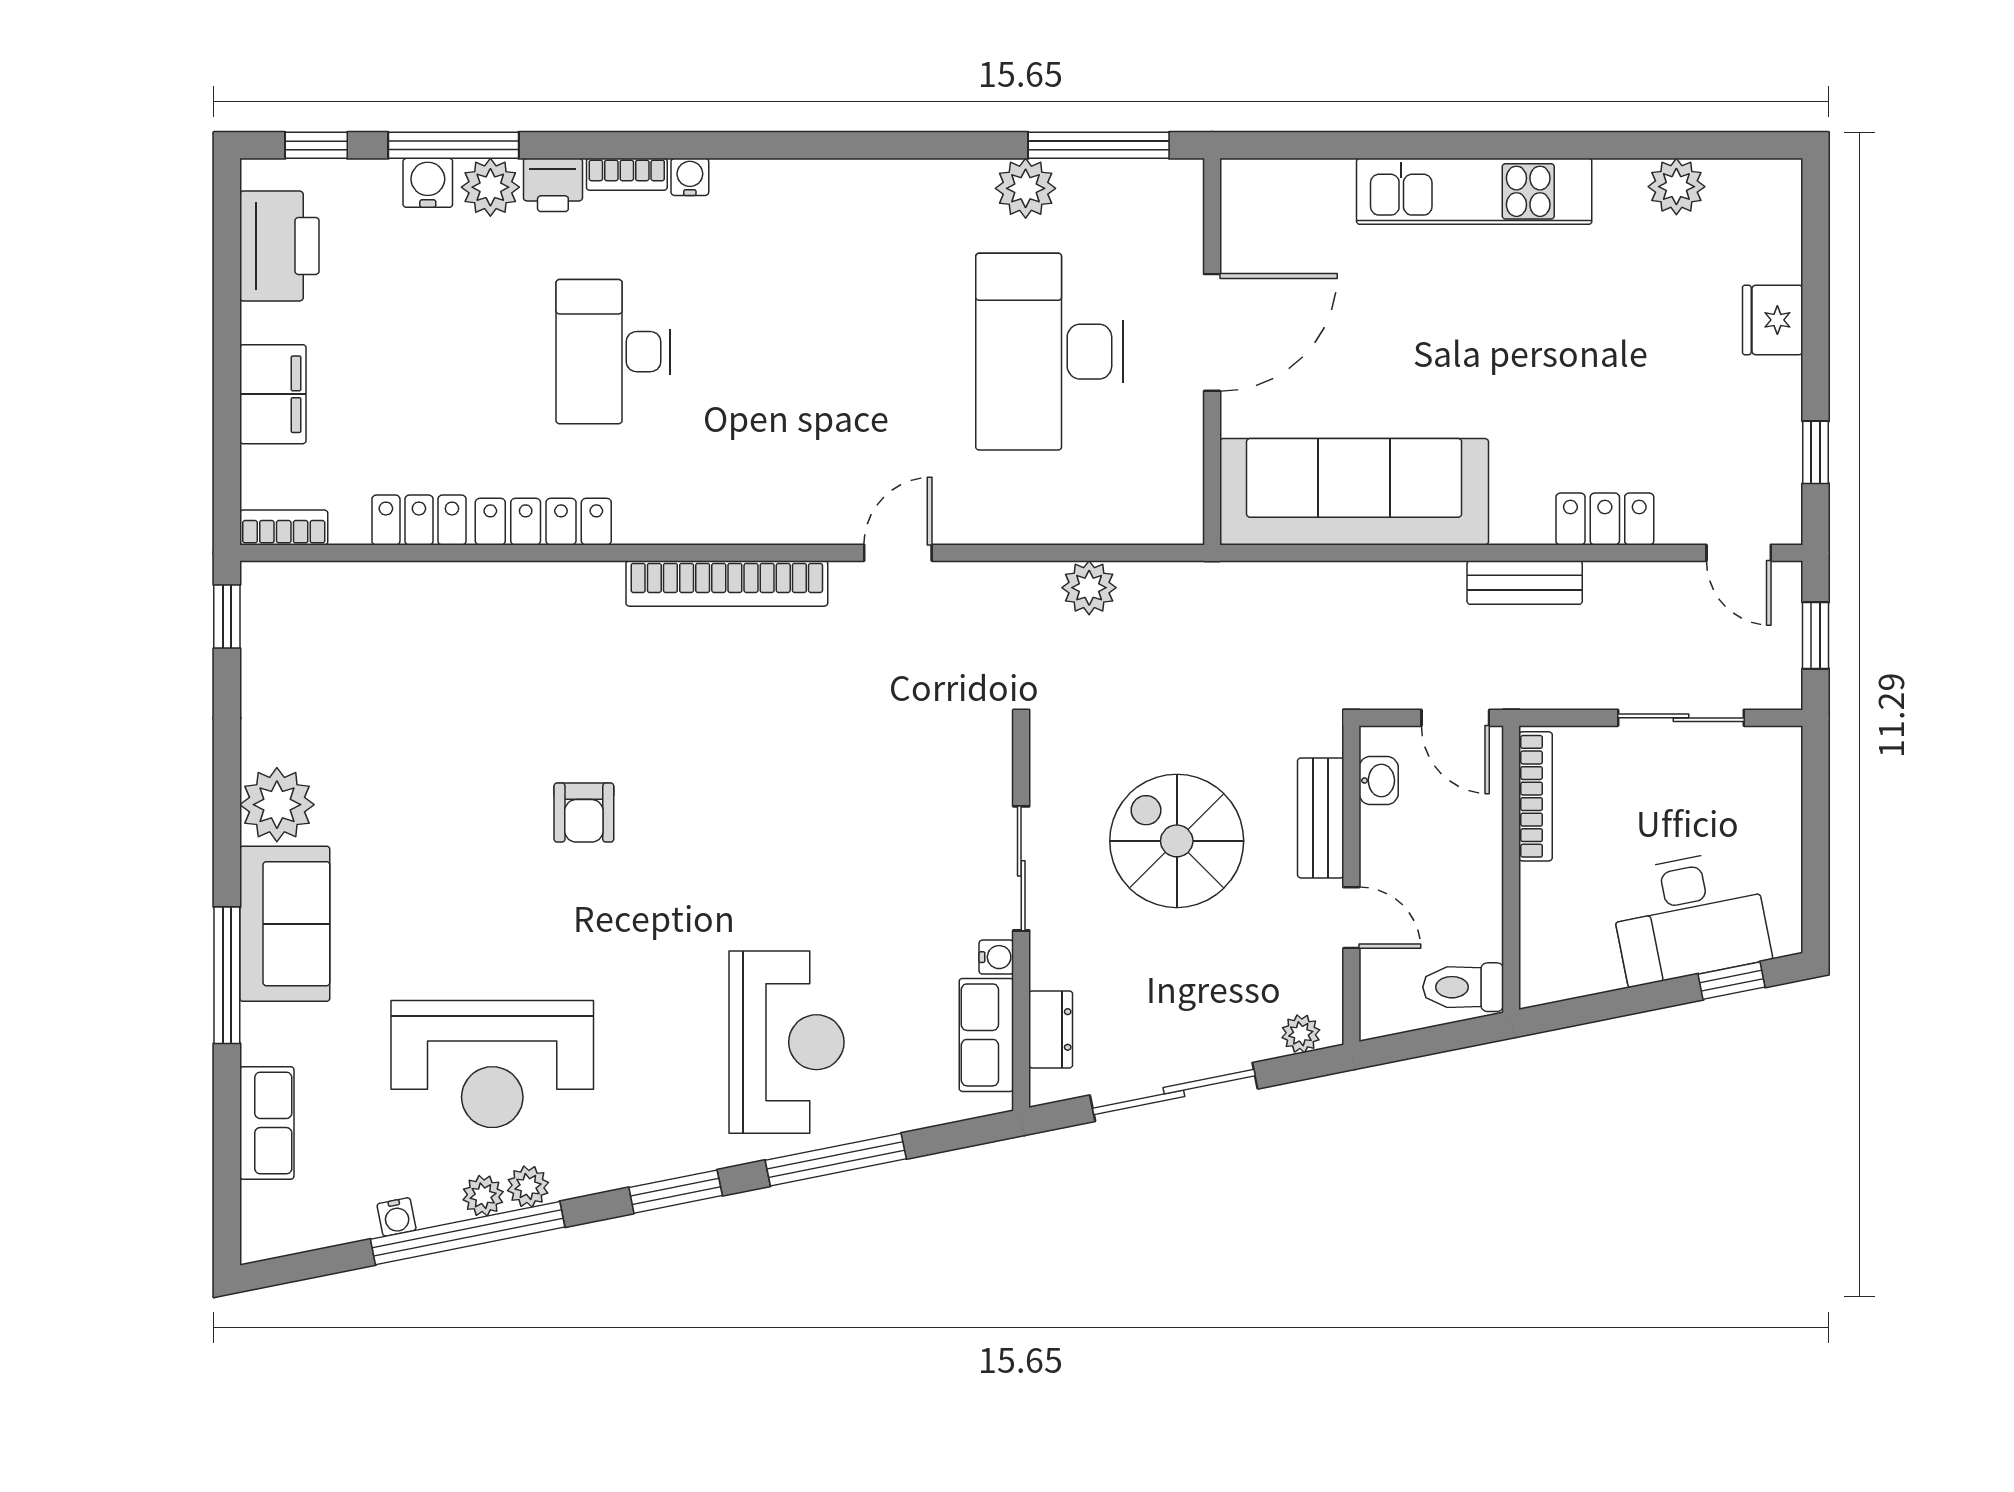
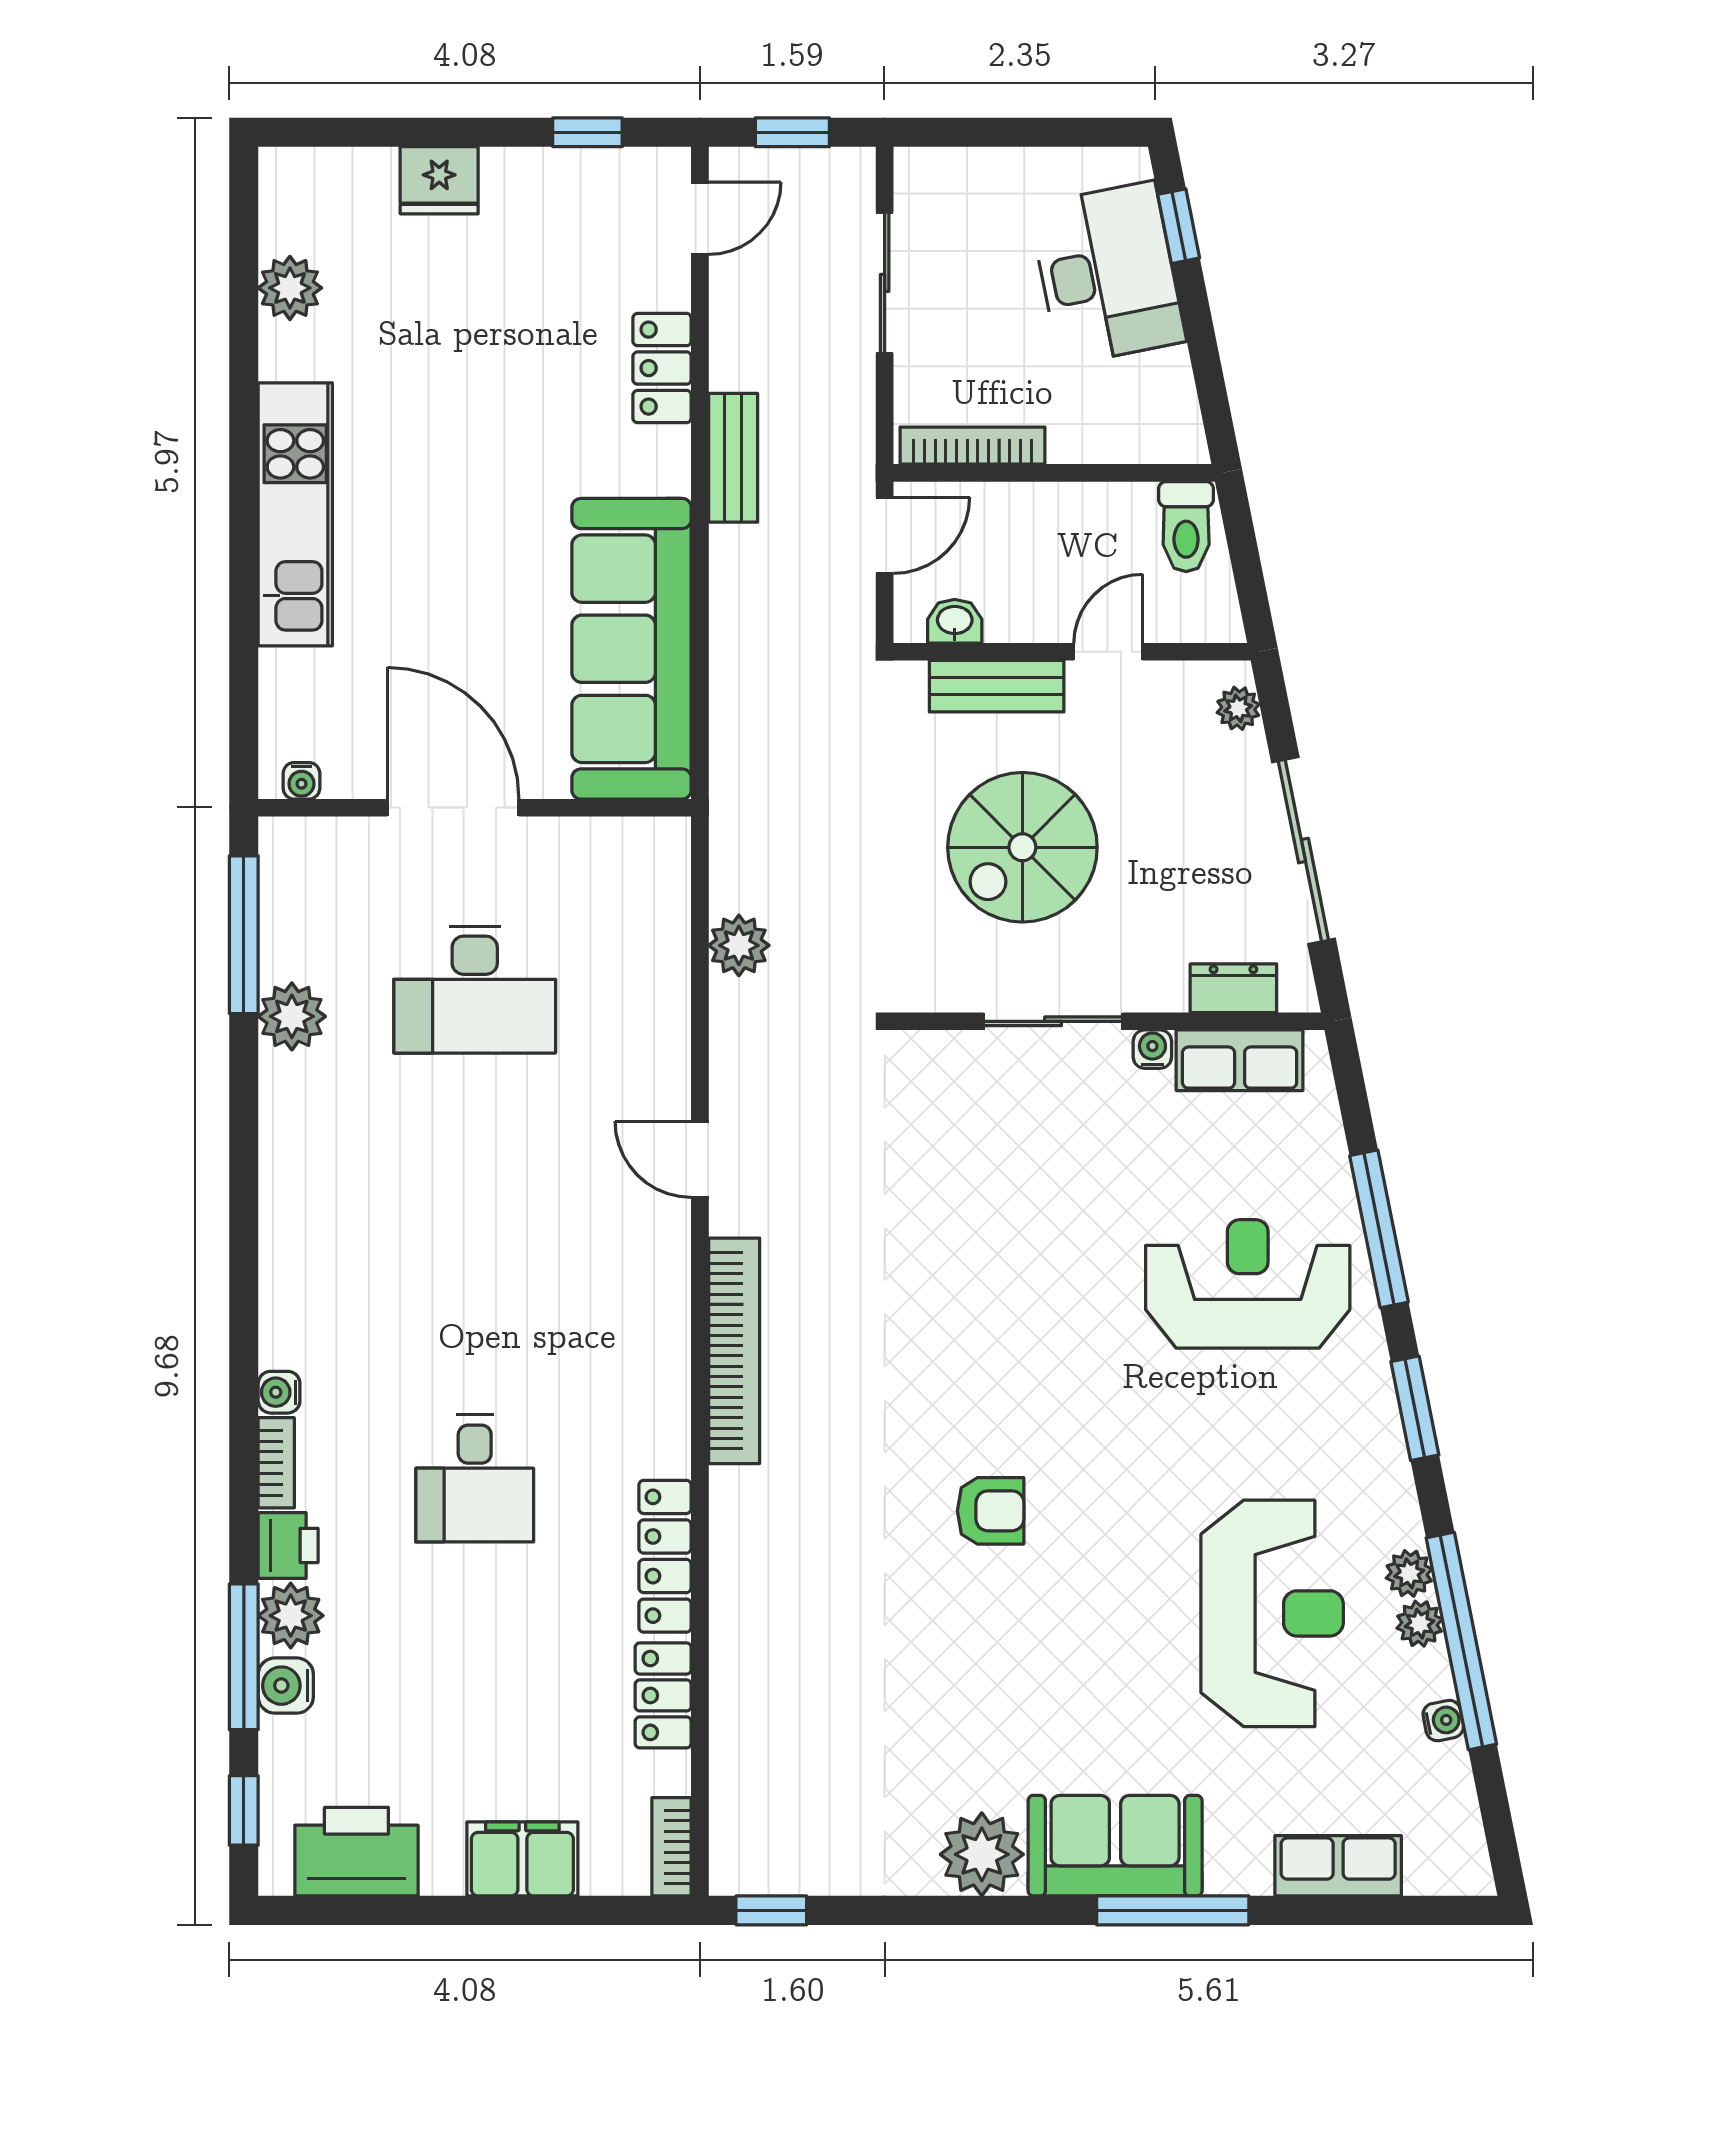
water cooler: (1236, 197) -> (301, 781), added
desk: (613, 352) -> (475, 1478), width x0.73
desk: (1050, 352) -> (475, 990), width x0.73, depth x0.77

